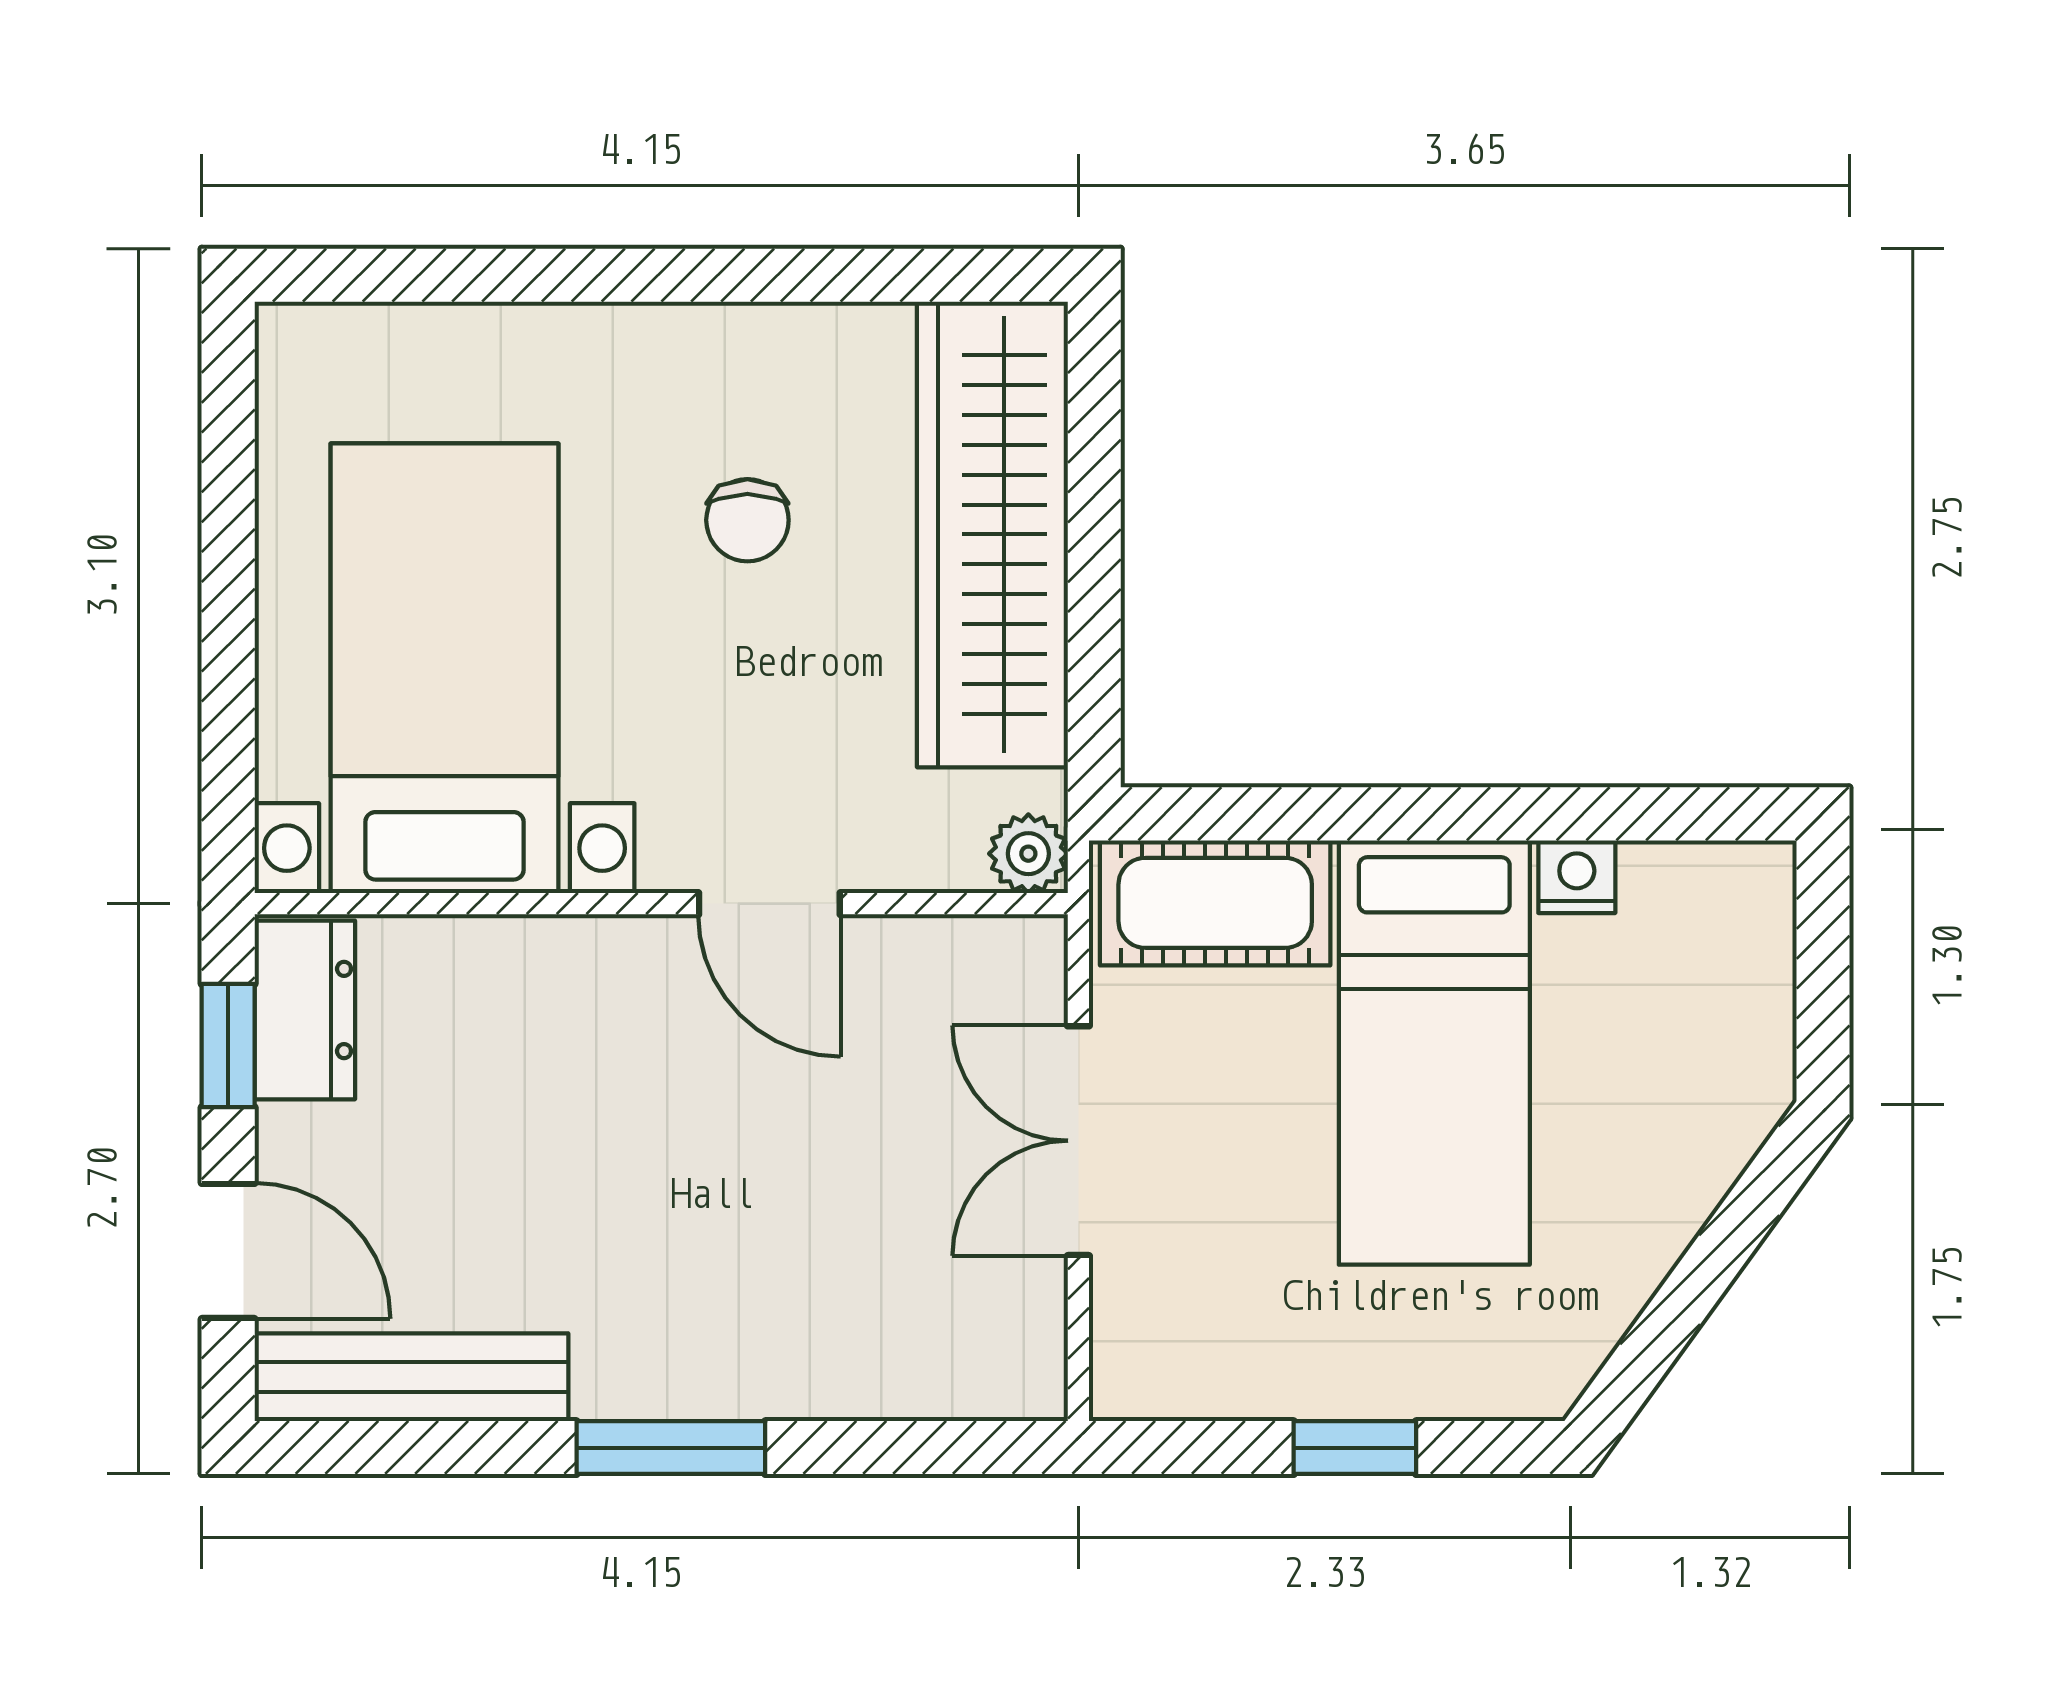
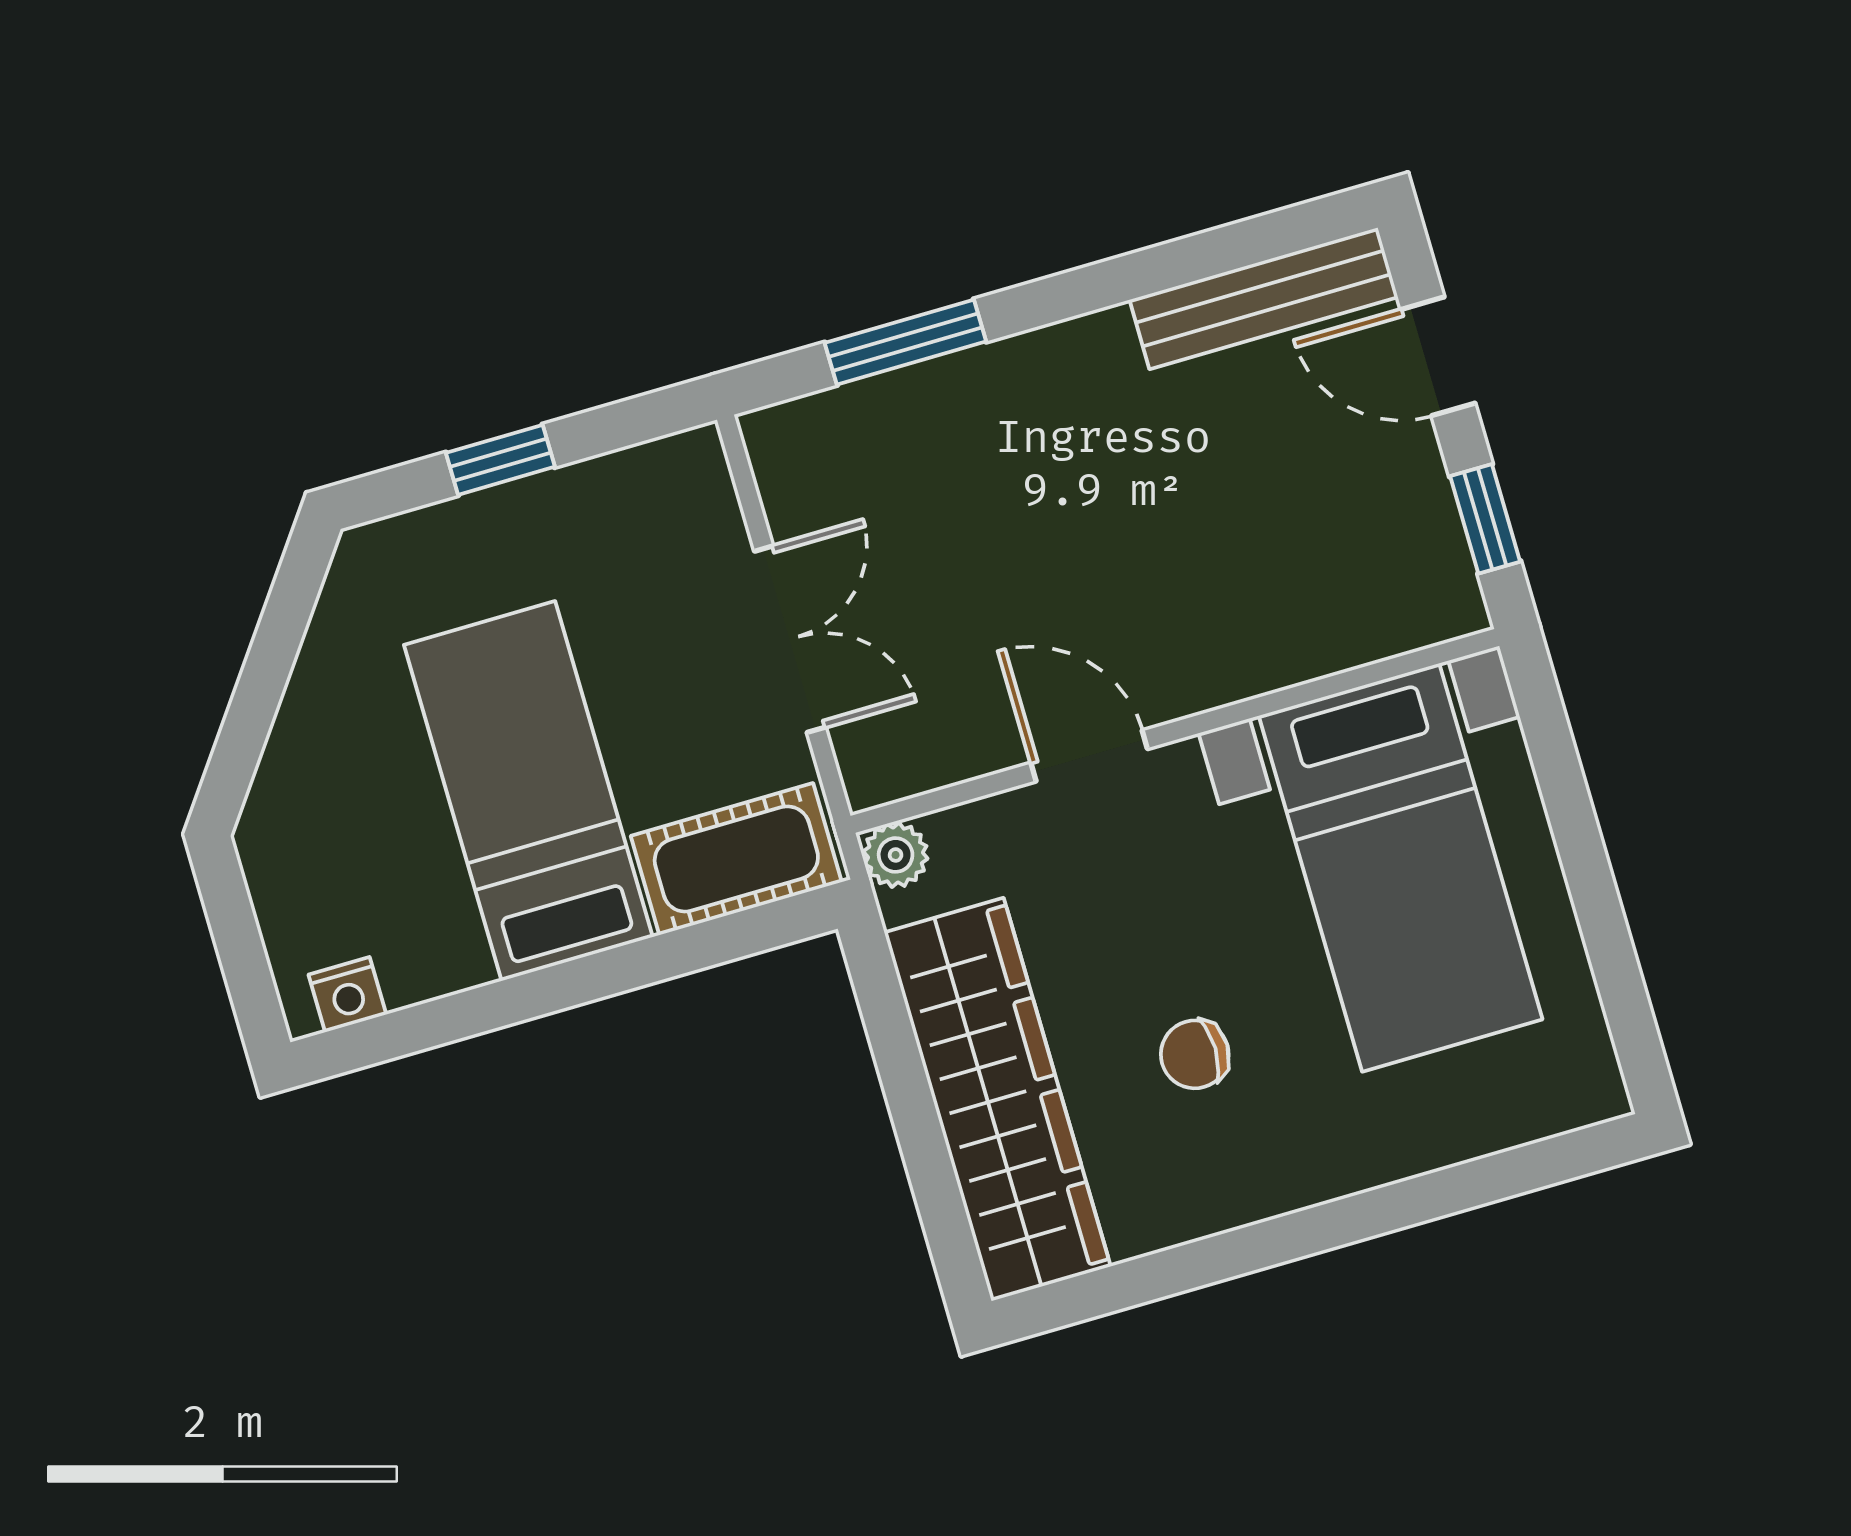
chair: (747, 520) -> (1195, 1054), turned -90
nightstand: (1577, 877) -> (347, 994), moved
dresser: (305, 1010) -> (1433, 565), removed
window: (671, 1448) -> (905, 342), moved

